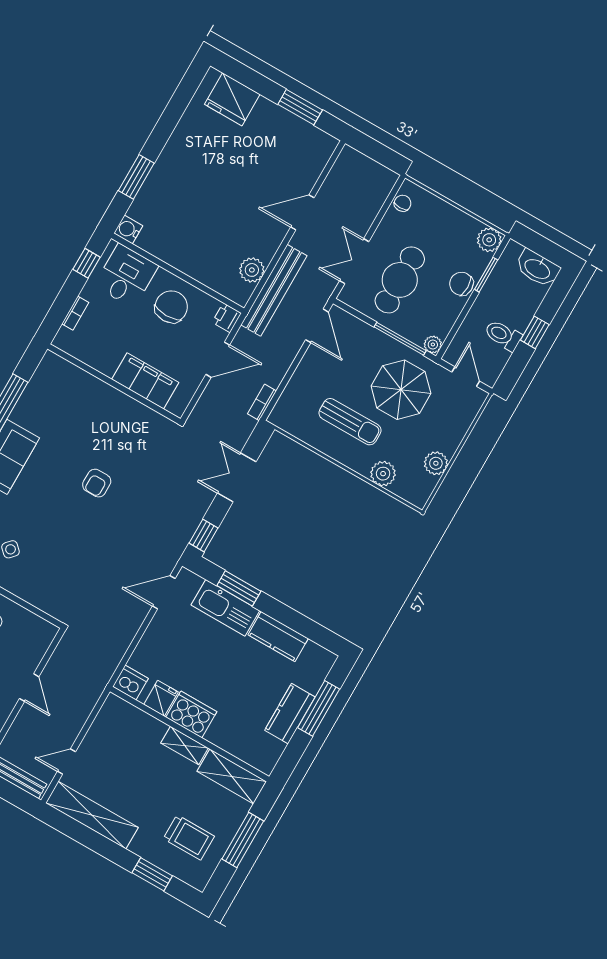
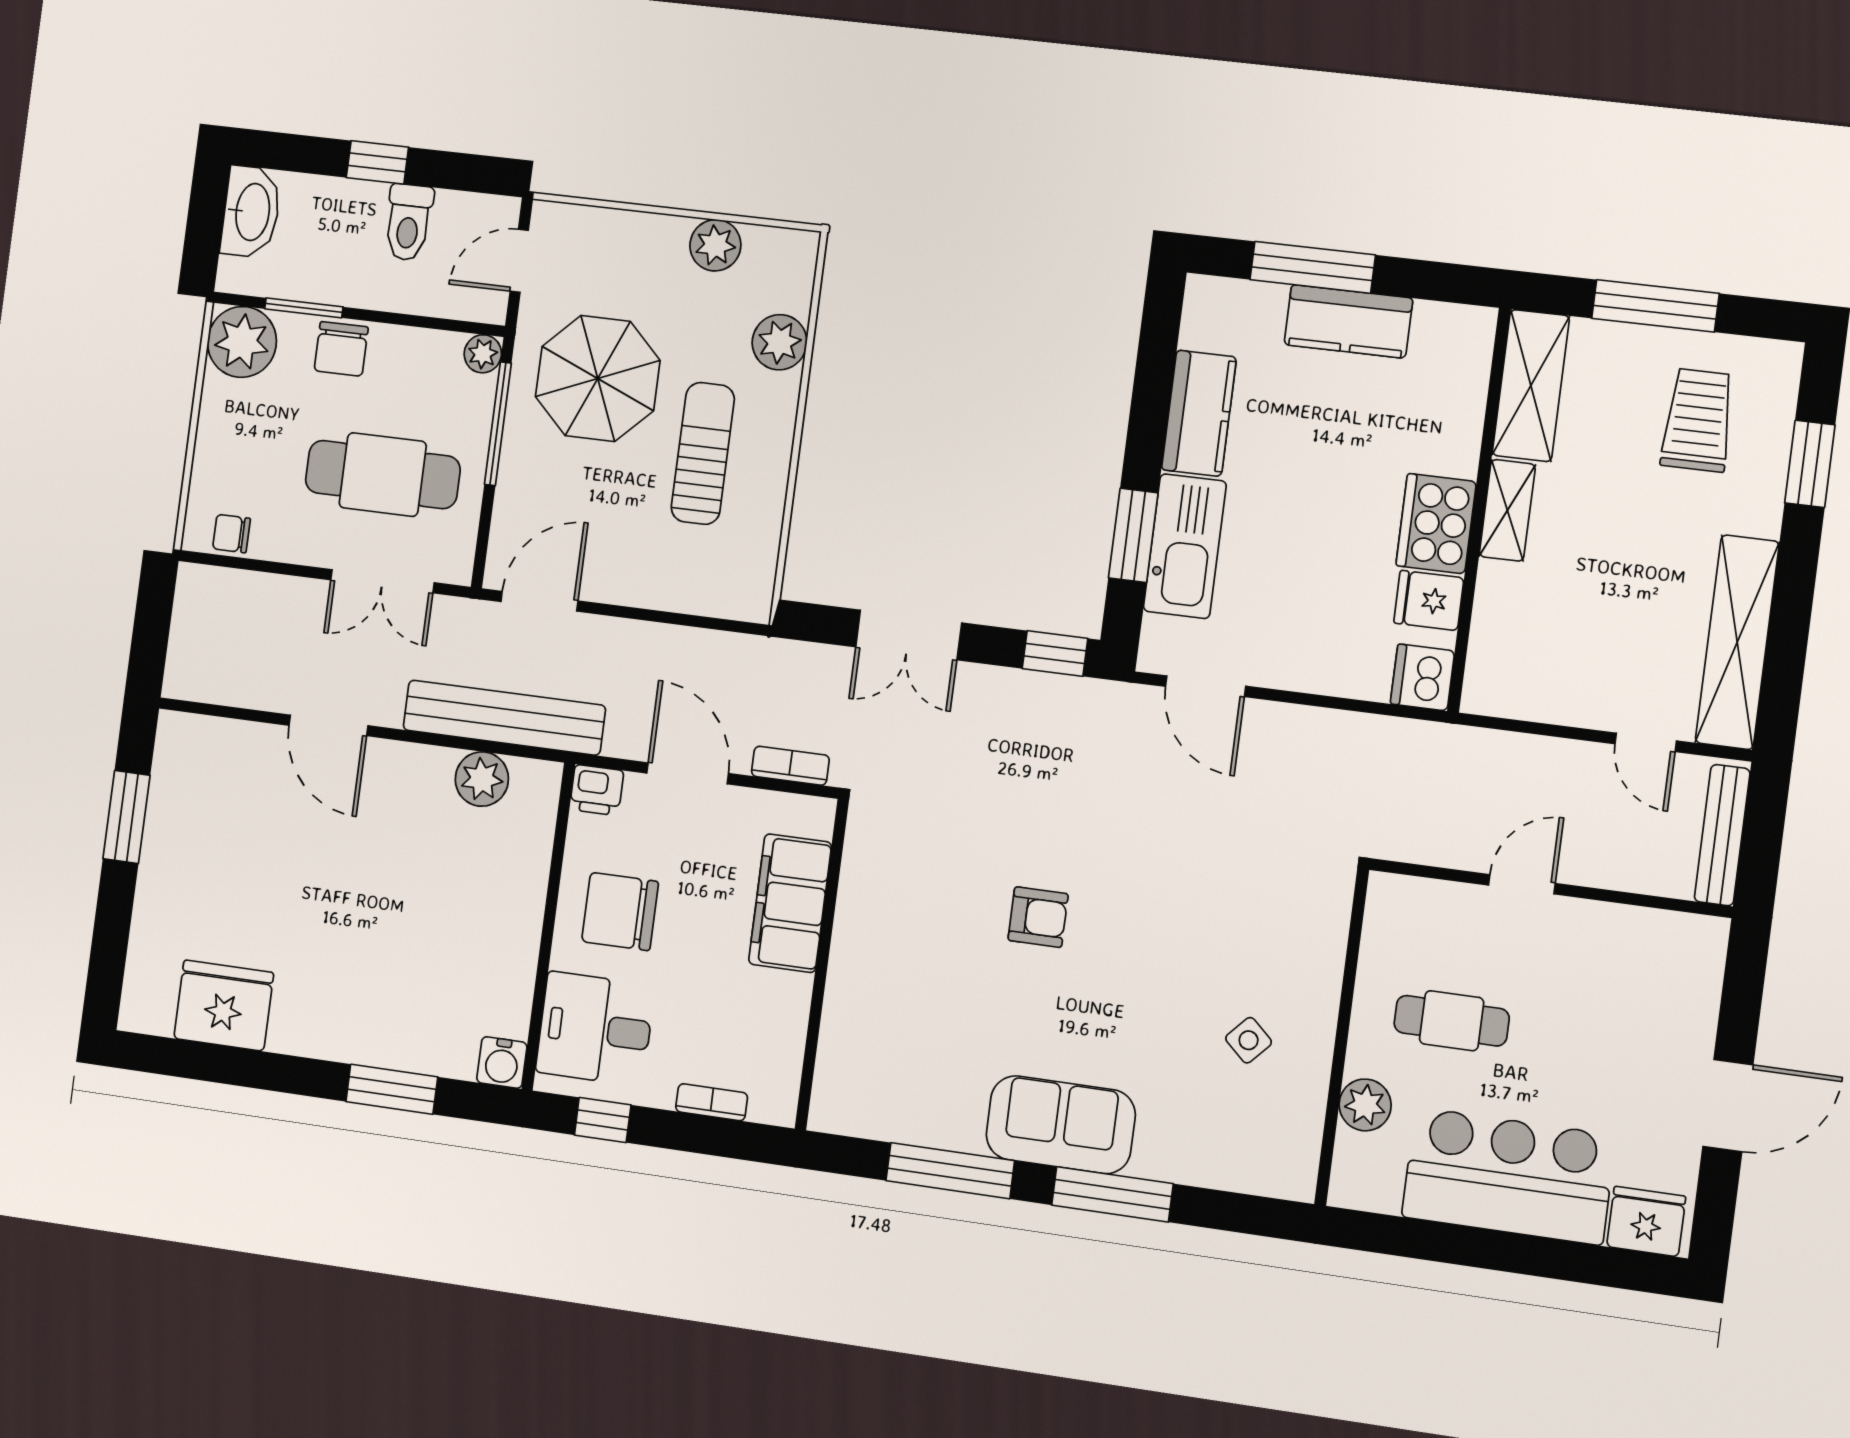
fridge: (232, 99) -> (224, 1006), moved, turned -90
plant: (489, 240) -> (242, 342), width x1.36, depth x1.36
bookcase: (262, 402) -> (790, 766), moved, turned 180

